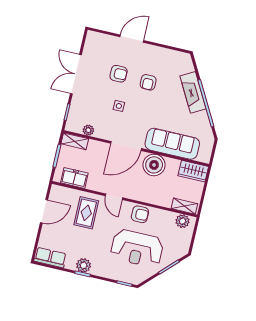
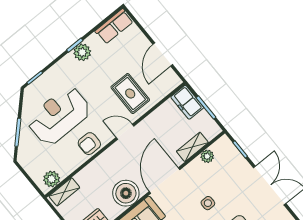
shelving: (75, 141) -> (192, 147), moved
freezer: (74, 178) -> (187, 102), moved, turned 90

